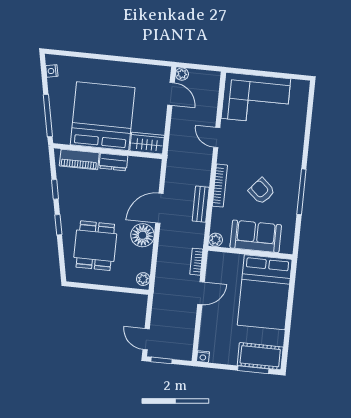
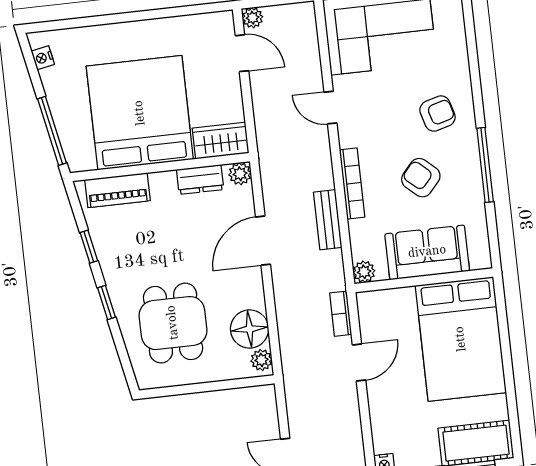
armchair: (280, 155) -> (437, 114), added
dresser: (113, 162) -> (200, 179), moved
plant: (154, 165) -> (240, 174), added
floor lamp: (142, 235) -> (250, 329), moved

